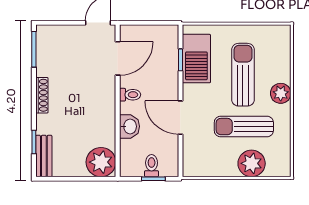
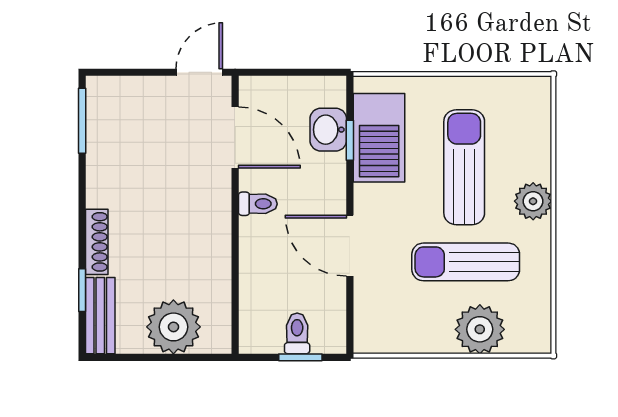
door: (118, 58) -> (235, 138), hinge flipped
shoe rack: (42, 95) -> (97, 242), moved
washbasin: (130, 126) -> (328, 130), moved, turned 180
plant: (101, 162) -> (173, 327), moved

